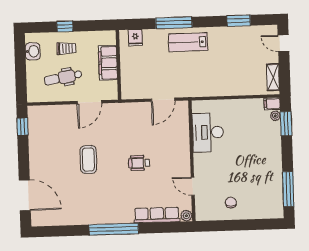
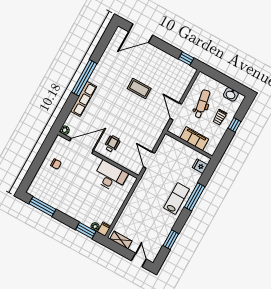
door: (283, 43) -> (139, 260), hinge flipped
wheelchair: (139, 163) -> (112, 144), moved
door: (193, 186) -> (81, 146), width x1.88
row of seats: (157, 215) -> (84, 99), moved

